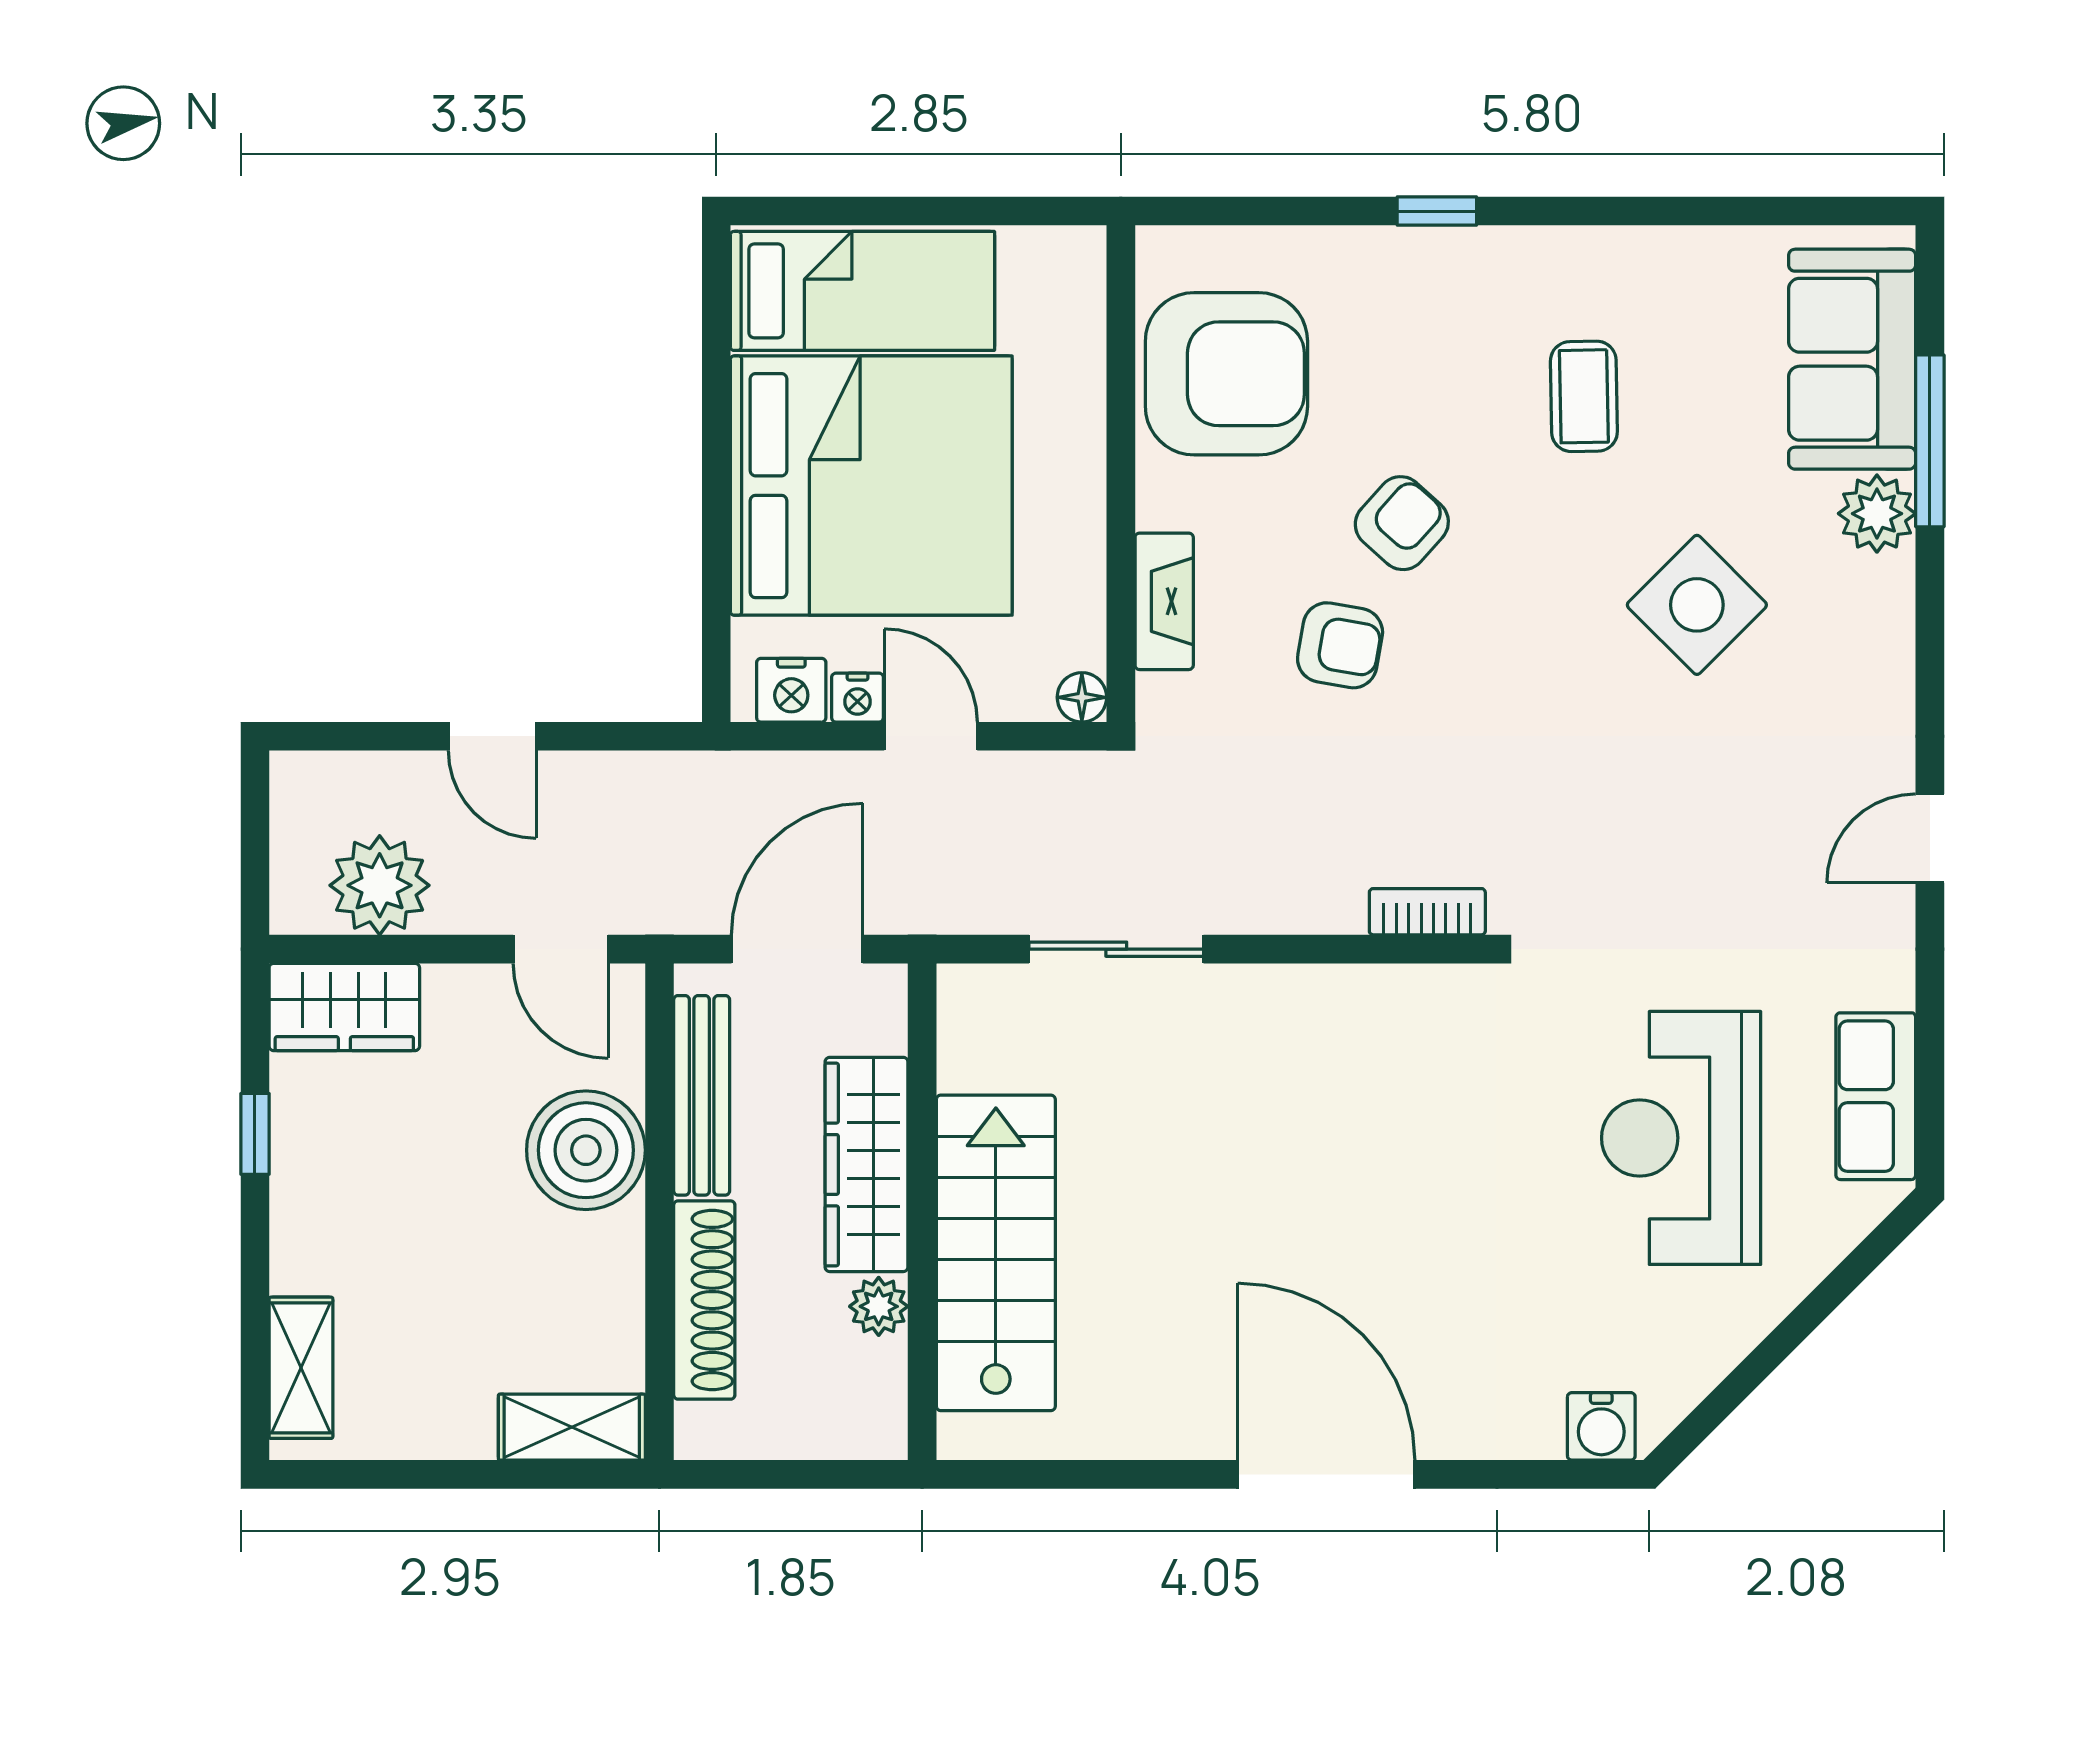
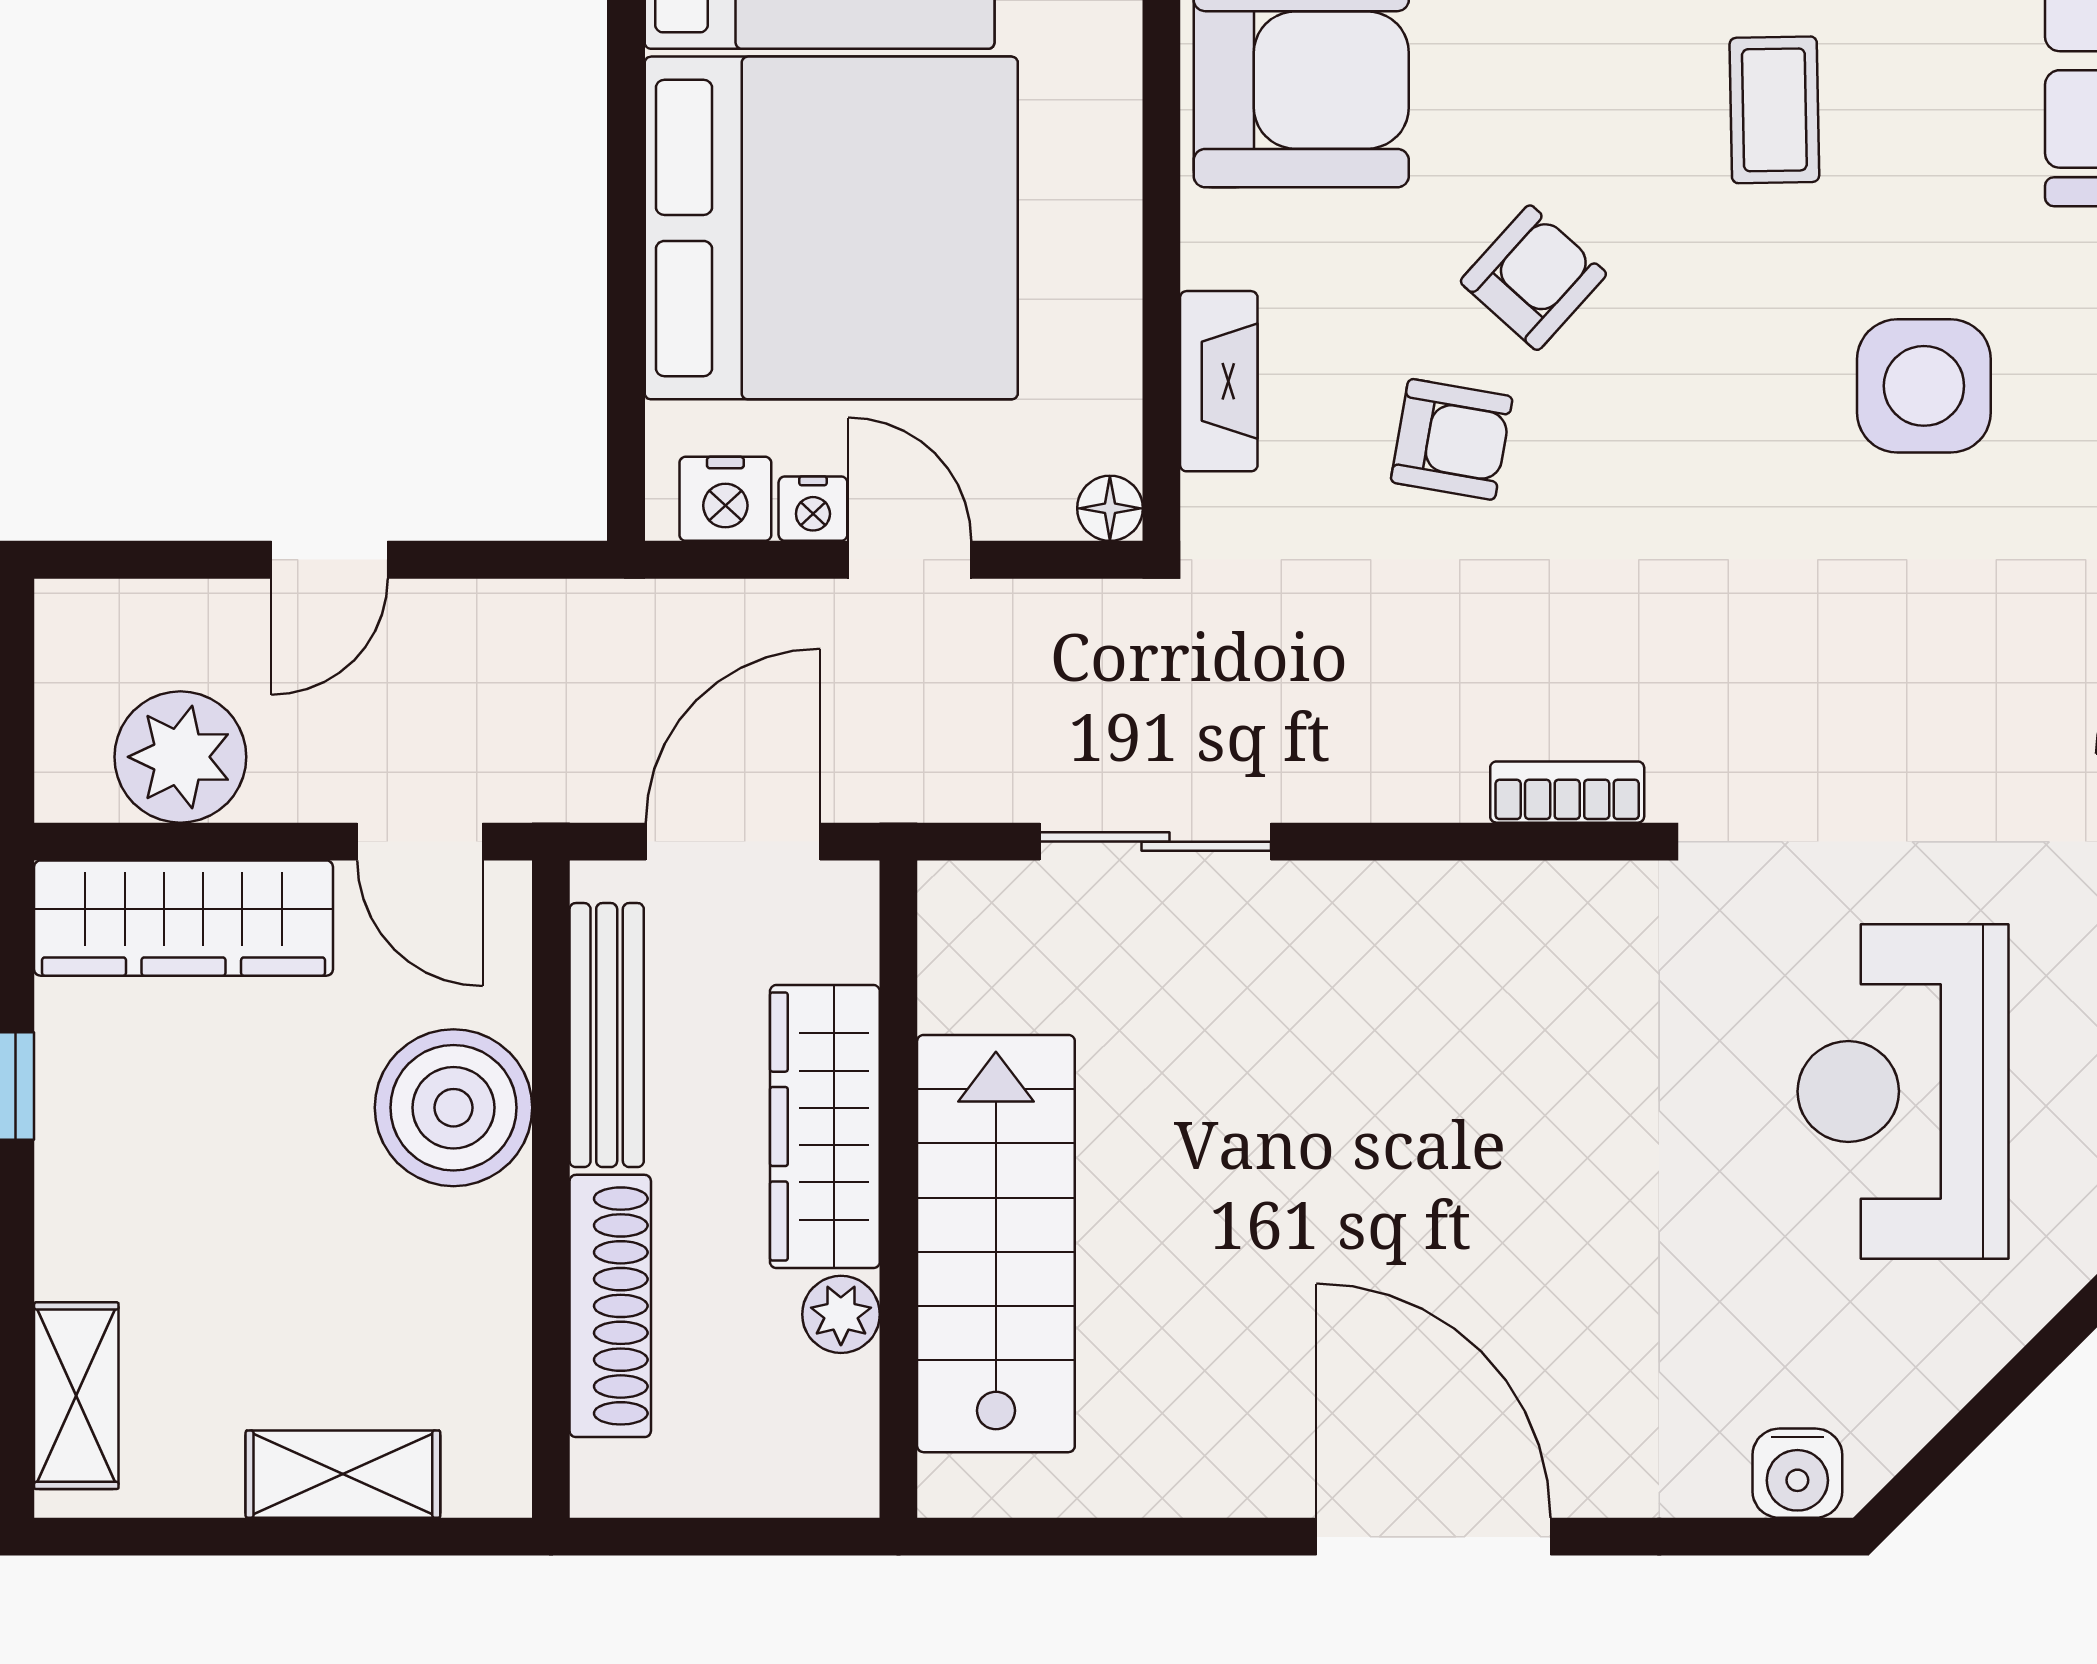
side table: (1697, 605) -> (1924, 386), turned 45
door: (492, 736) -> (329, 560), hinge flipped
wardrobe: (344, 1007) -> (184, 918), width x1.50
shelving: (572, 1427) -> (343, 1474), moved

